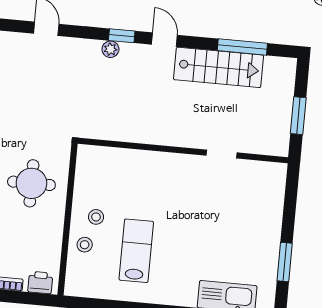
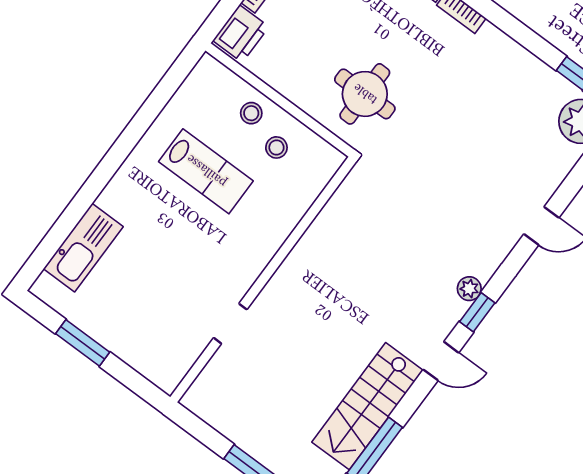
wall: (183, 150) -> (263, 279), moved
doorway: (221, 154) -> (230, 324), moved
printer: (40, 283) -> (241, 34), width x1.36, depth x1.24

